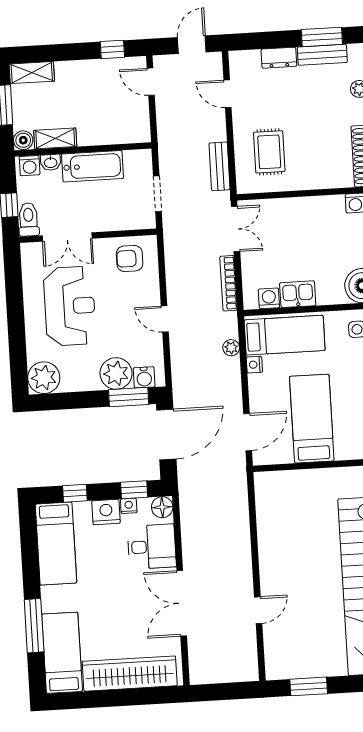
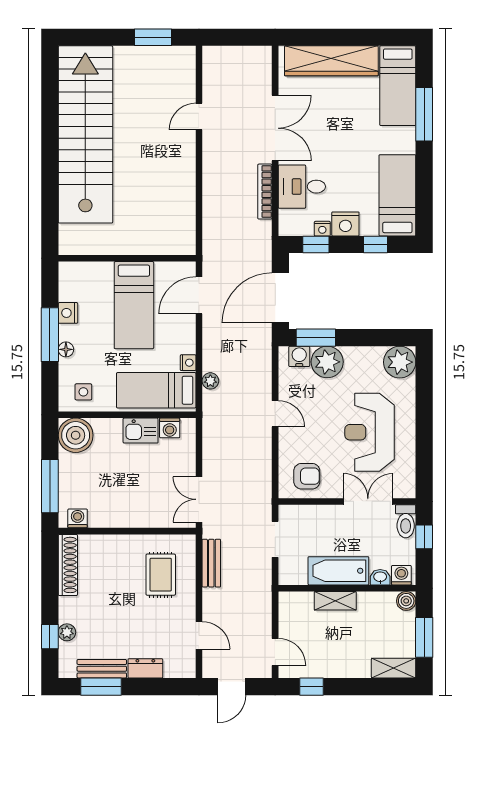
shelving: (55, 138) -> (335, 601), moved
bookcase: (229, 283) -> (265, 192), moved, turned 180
floor lamp: (162, 507) -> (289, 225), removed

